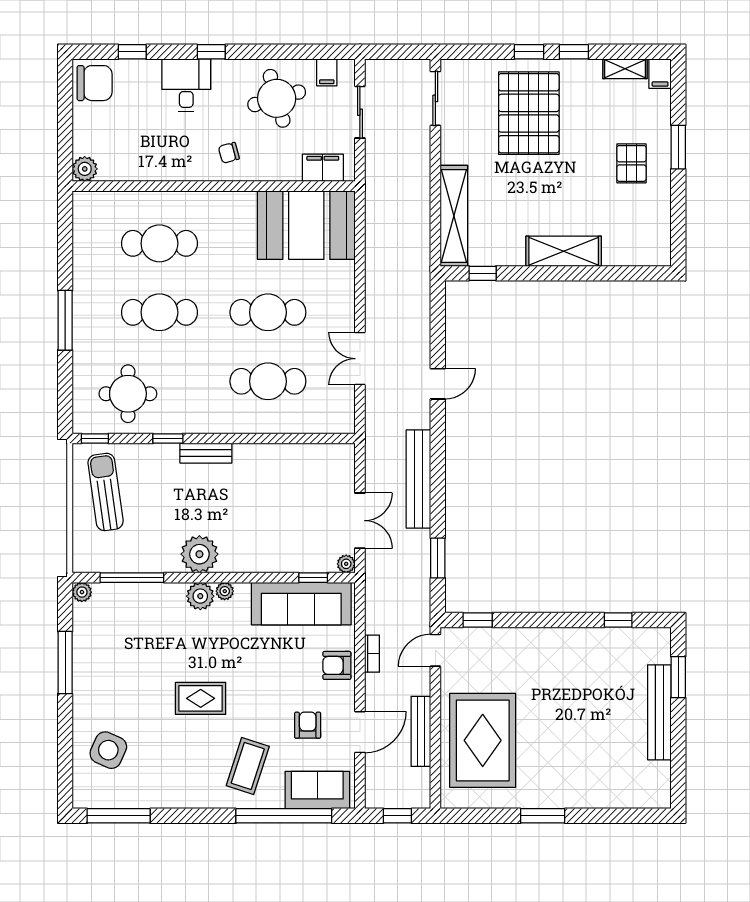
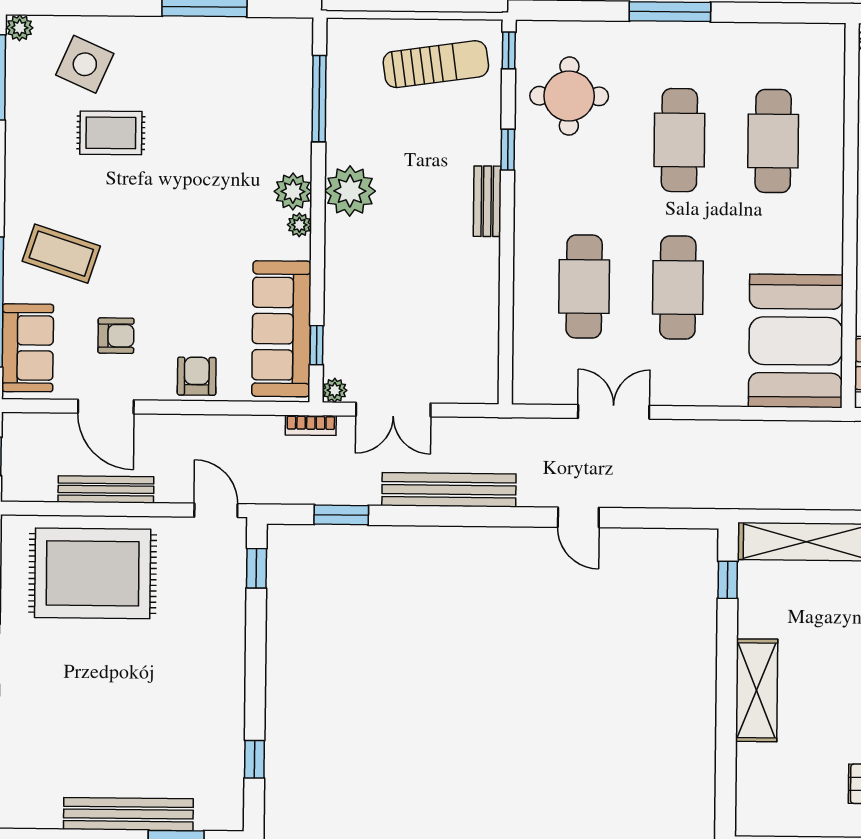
plant: (82, 592) -> (20, 28), moved
bookcase: (372, 654) -> (311, 425), moved
rug: (201, 698) -> (111, 133), moved, turned 90

